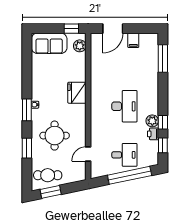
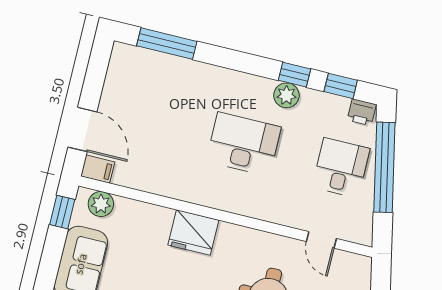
filing cabinet: (133, 40) -> (98, 169), moved
printer: (153, 134) -> (362, 112), moved

